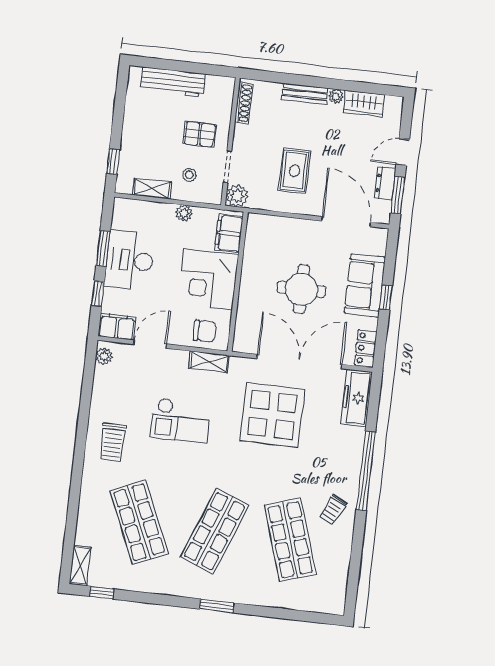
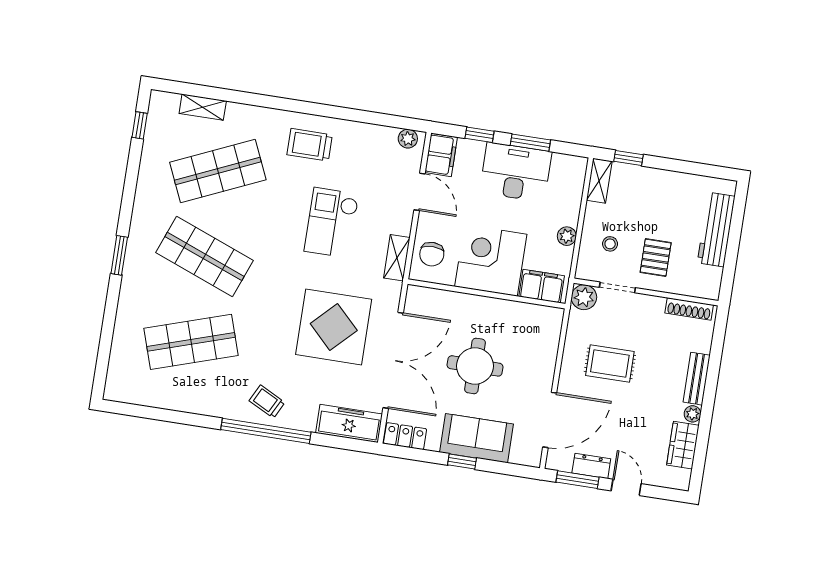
shelving: (152, 189) -> (599, 181), moved
trolley: (333, 510) -> (267, 402), moved
shelving: (80, 566) -> (203, 107), moved

